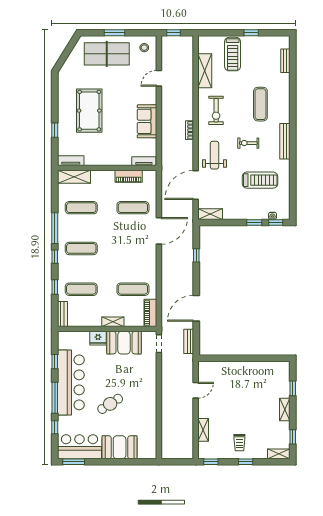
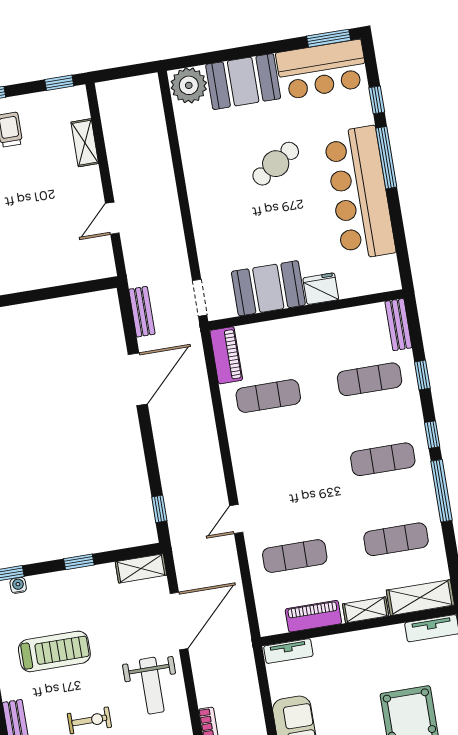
treadmill: (260, 180) -> (54, 651), turned 180
window: (254, 223) -> (79, 562), moved
door: (159, 231) -> (236, 519), width x0.53
window: (196, 255) -> (159, 509), moved
shelving: (113, 322) -> (366, 610), moved
window: (55, 362) -> (398, 229), removed
plant: (147, 450) -> (189, 85), added

